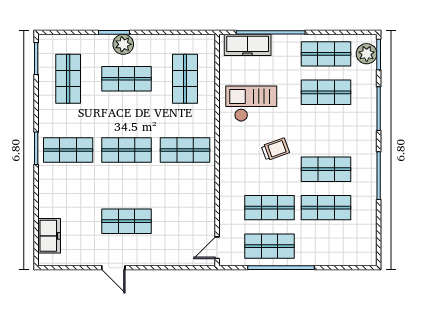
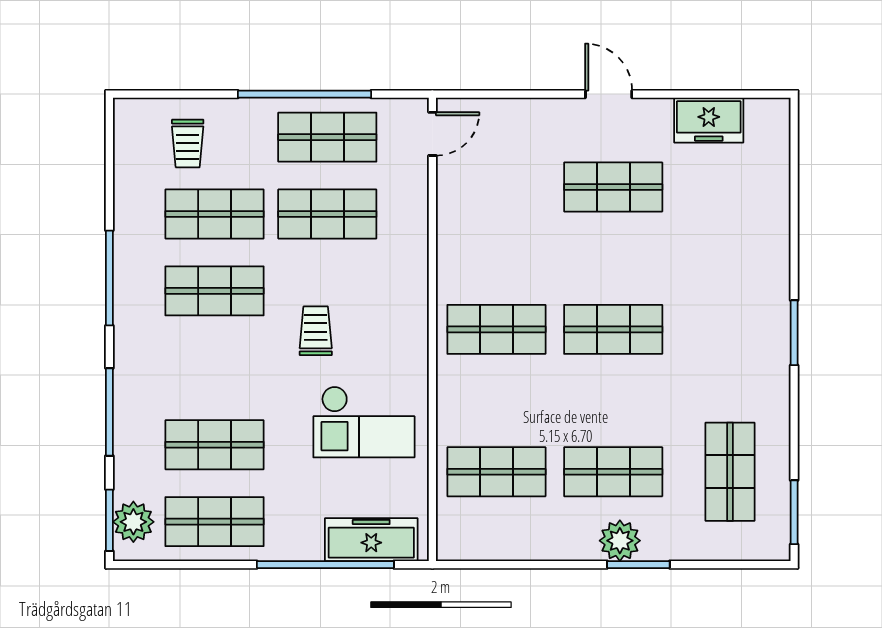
shop shelf: (185, 79) -> (496, 472), turned 90
trolley: (275, 149) -> (316, 331), turned 110
shop shelf: (68, 150) -> (730, 329), removed
freezer: (49, 236) -> (709, 120), moved, turned -90
trolley: (339, 243) -> (188, 144), added
door: (113, 268) -> (609, 94), moved

